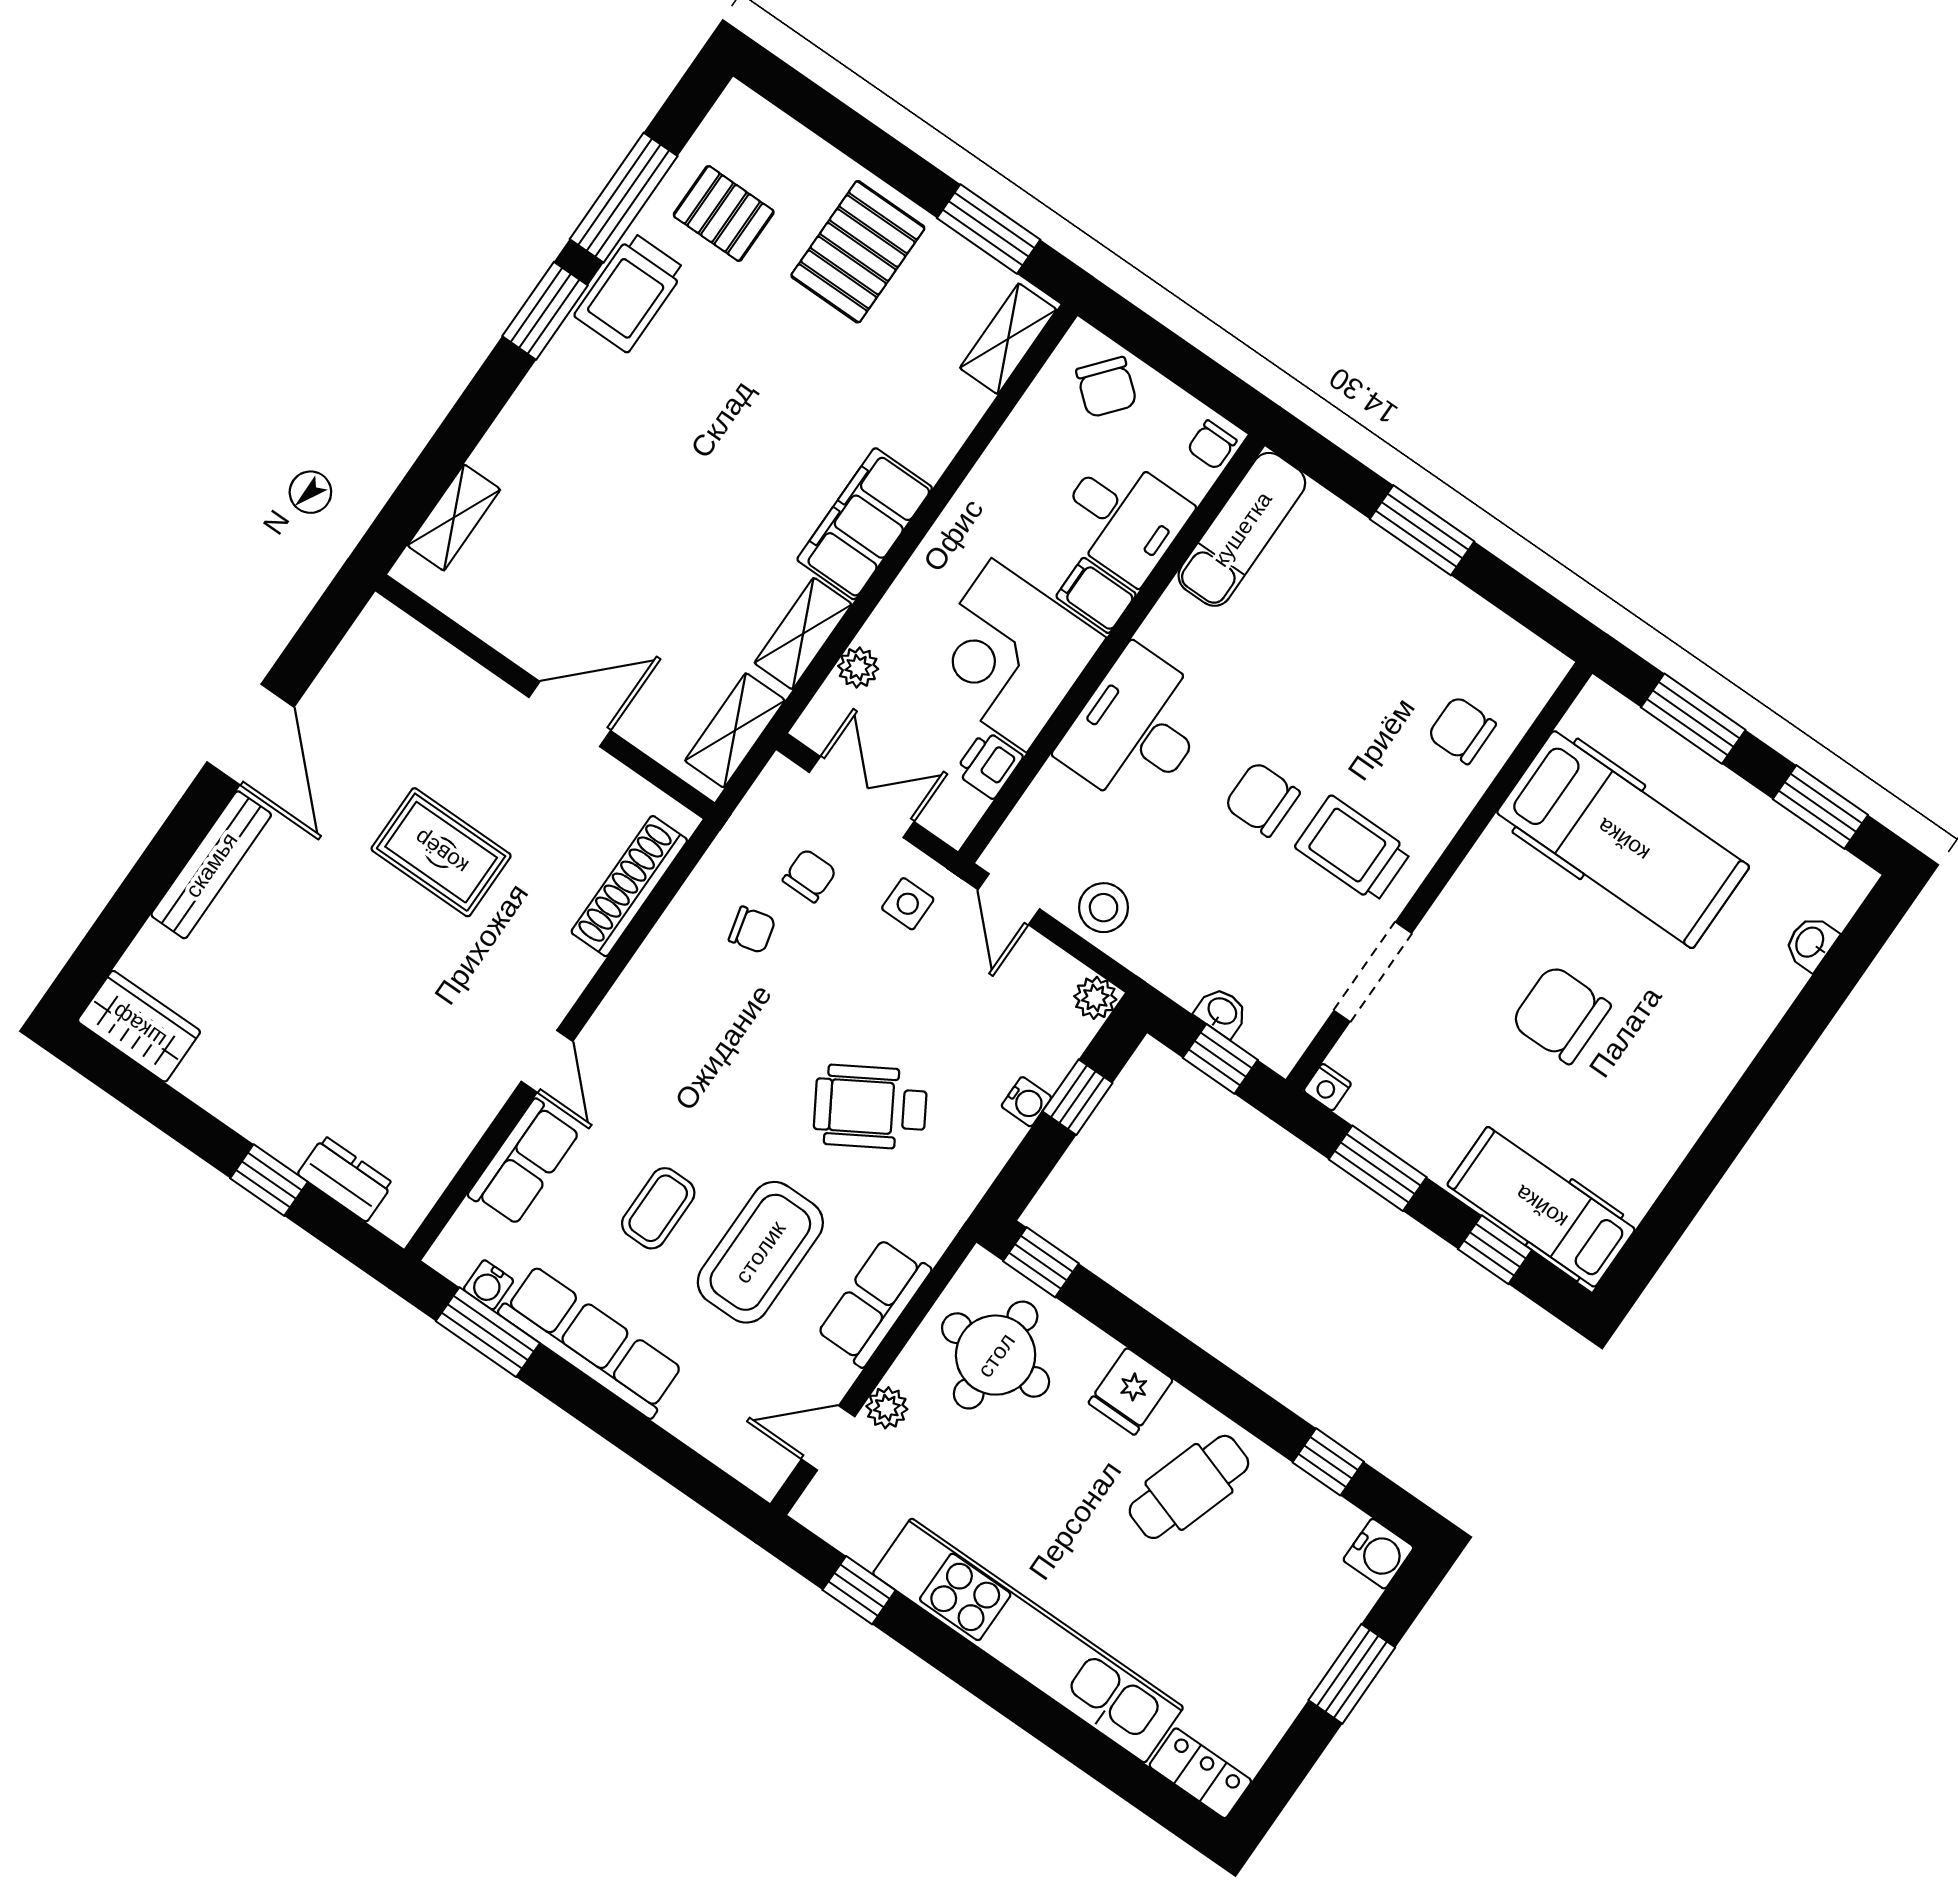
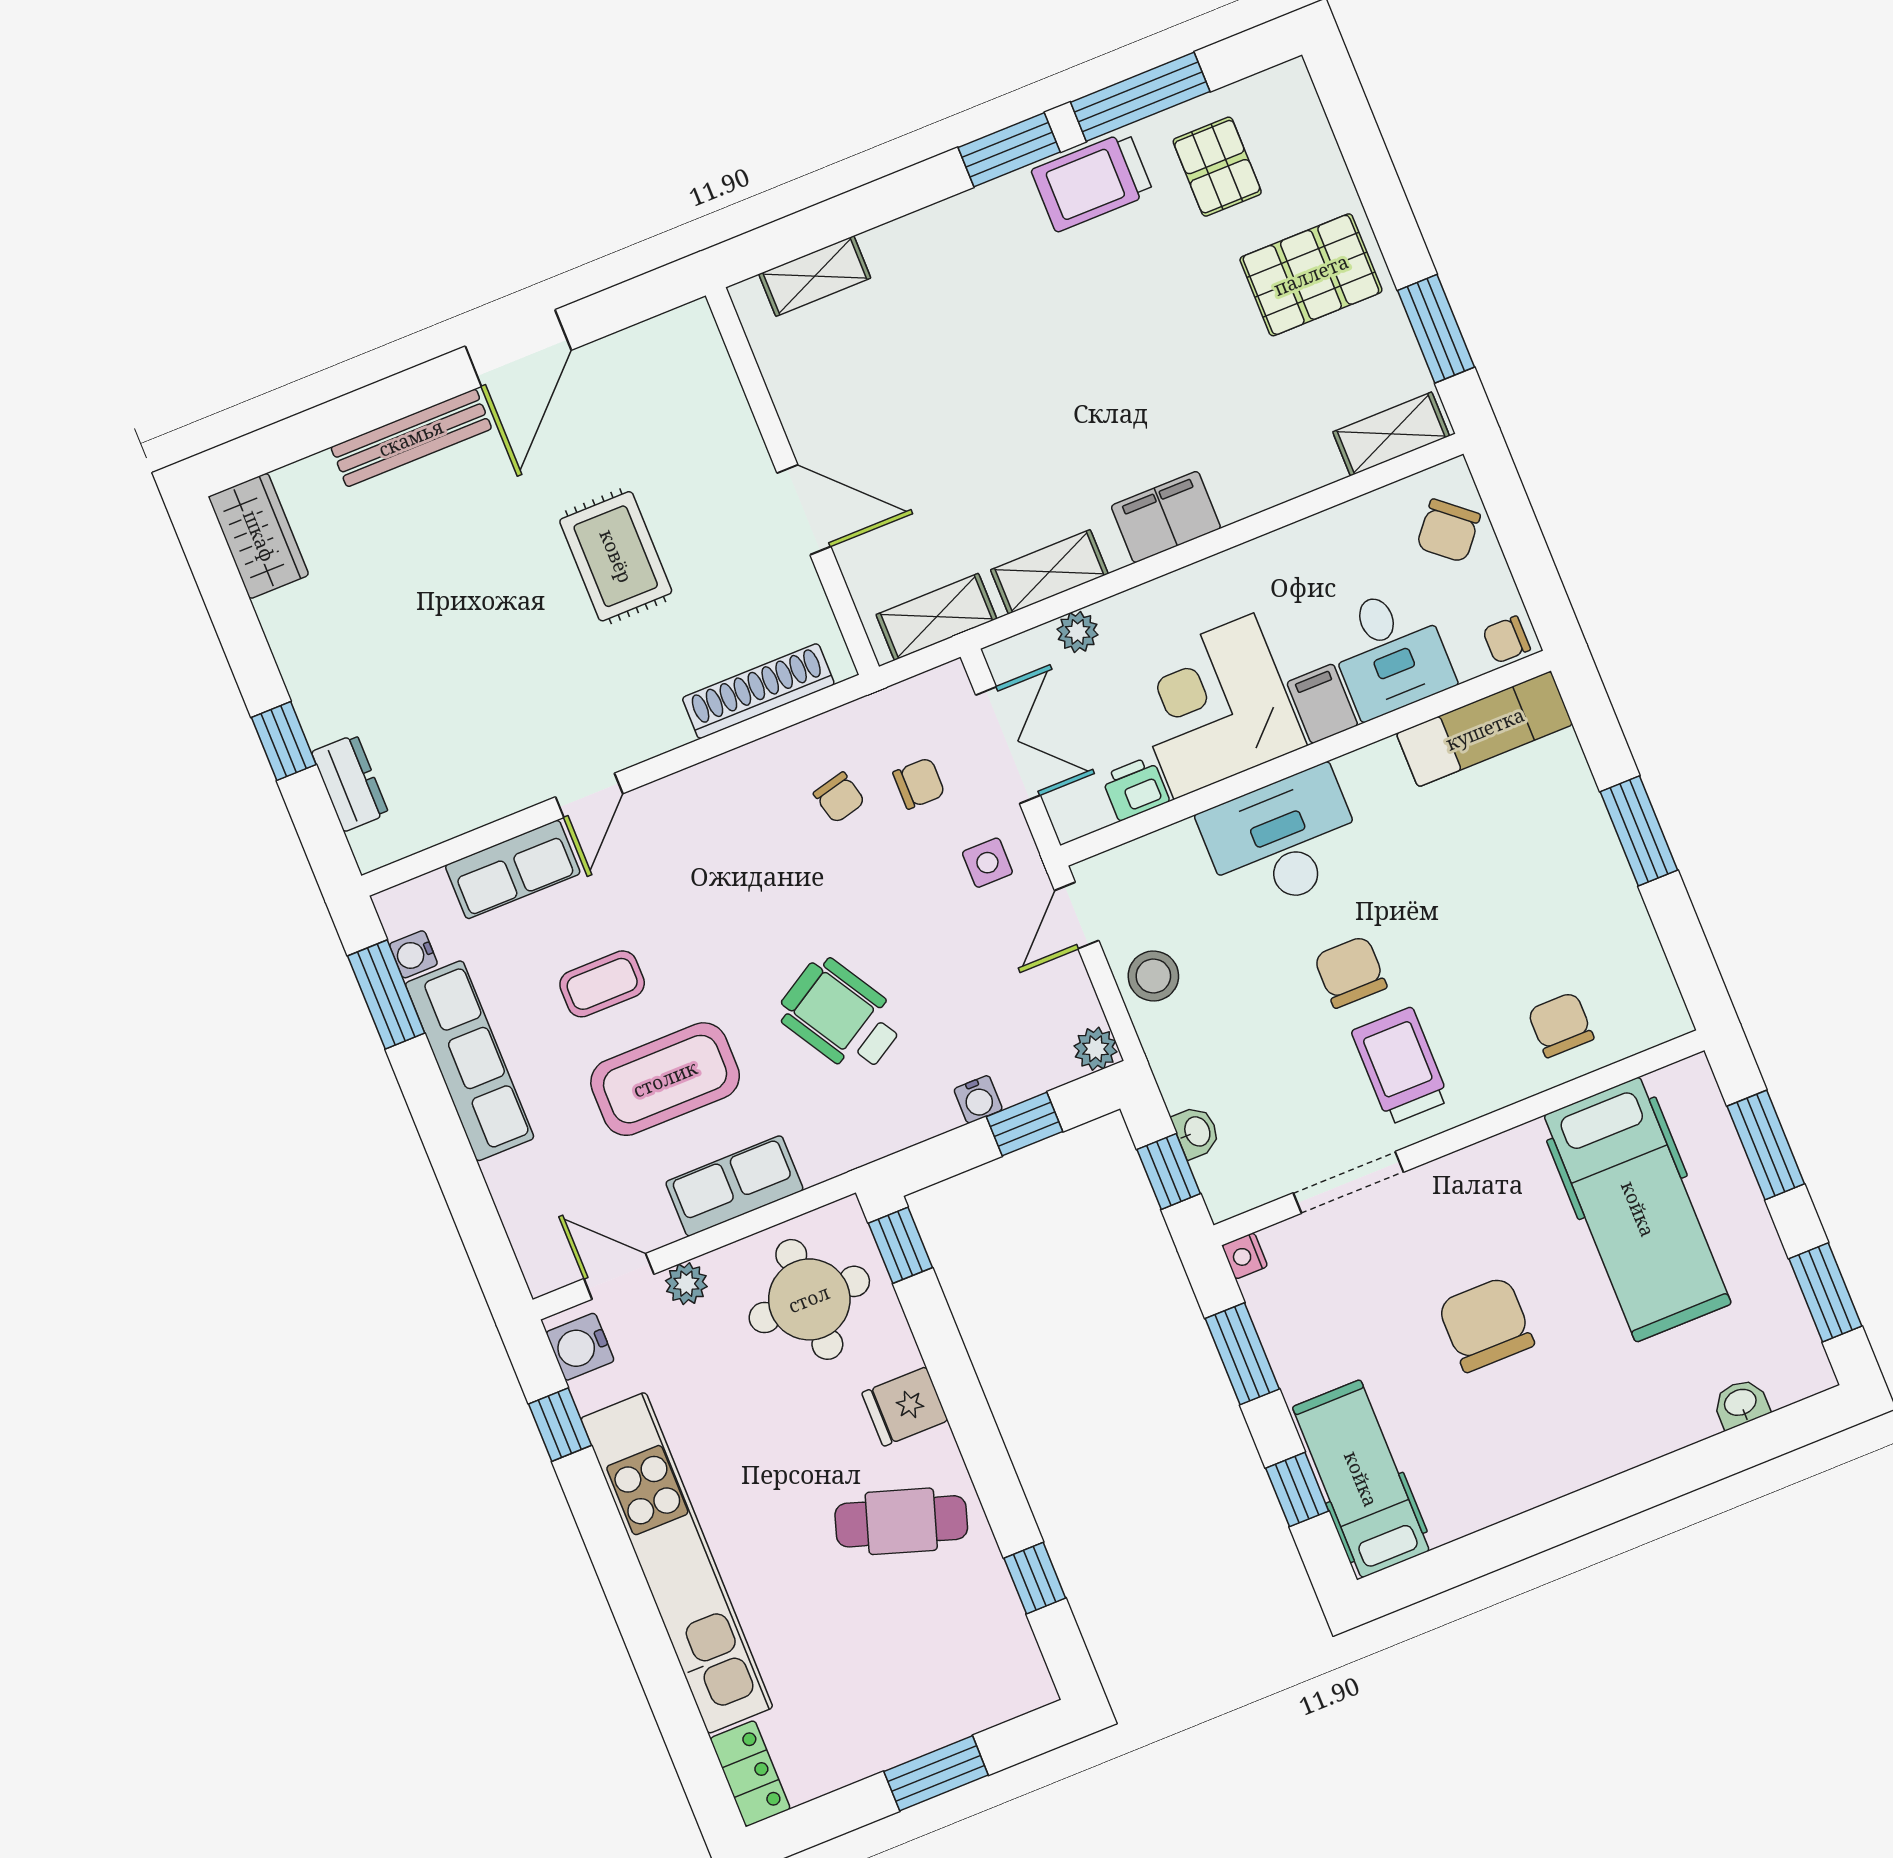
filing cabinet: (865, 524) -> (1166, 517), width x0.67, depth x0.86
water cooler: (1378, 1554) -> (580, 1347), moved, turned 90

